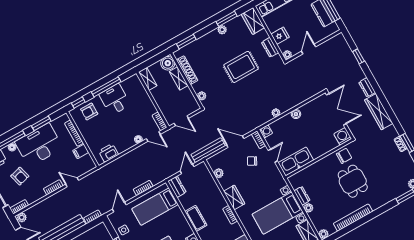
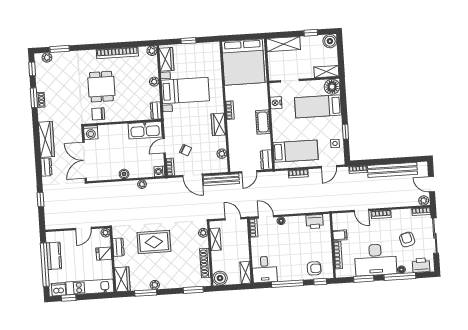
shelving: (179, 78) -> (215, 239), moved
desk: (115, 100) -> (265, 269), moved
dresser: (302, 196) -> (156, 111), moved

